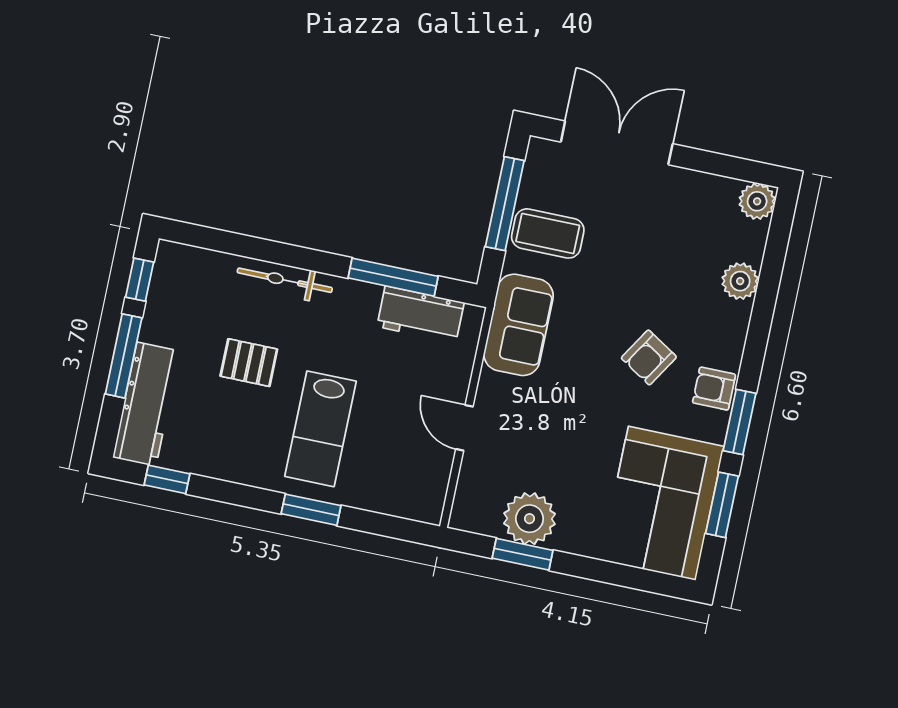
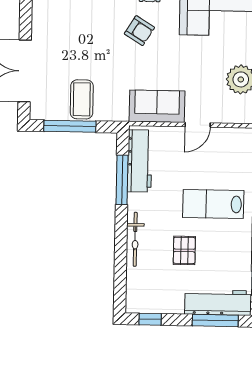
workbench: (420, 314) -> (140, 161), width x1.38
sofa: (519, 325) -> (157, 106), moved
window: (124, 356) -> (215, 321), moved
lab bench: (320, 429) -> (213, 204), turned 180

